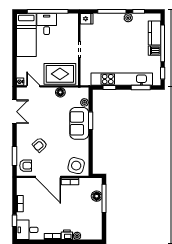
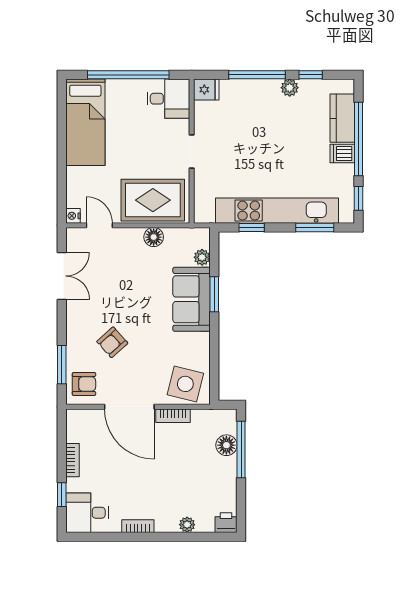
desk: (47, 24) -> (168, 99), moved, turned 90
printer: (67, 235) -> (226, 523), moved

